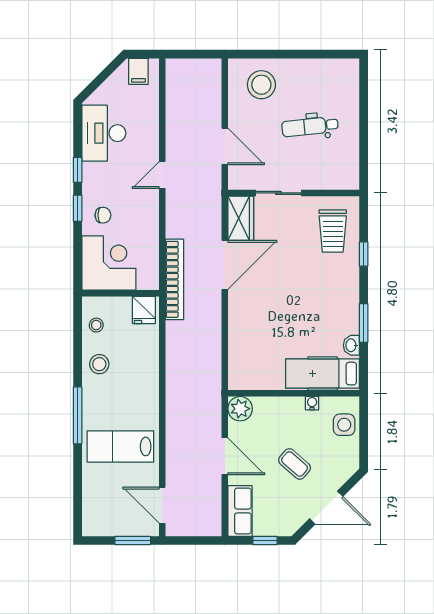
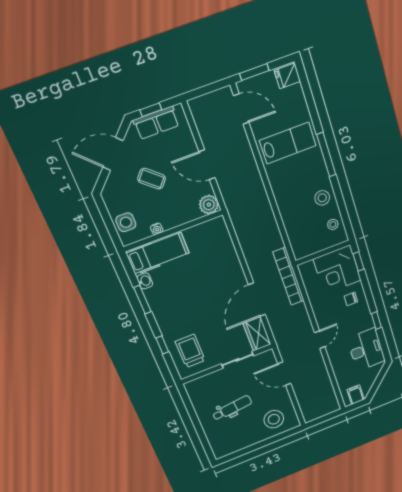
window: (78, 208) -> (359, 261), moved
fridge: (144, 310) -> (287, 76), moved, turned -90
row of seats: (240, 511) -> (156, 123), moved, turned -90

